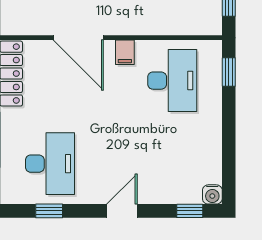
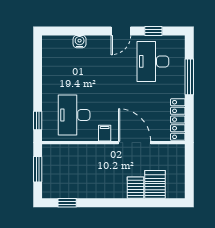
water cooler: (212, 194) -> (80, 42), moved
door: (122, 211) -> (121, 31), moved
window: (190, 211) -> (63, 31), removed

